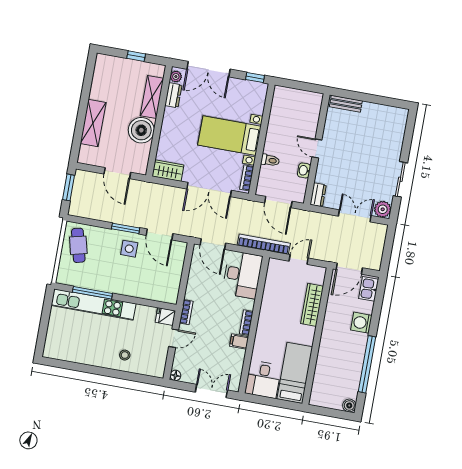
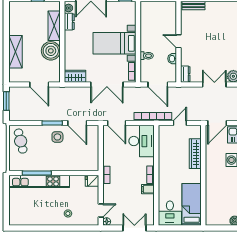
door: (174, 338) -> (101, 211), moved

